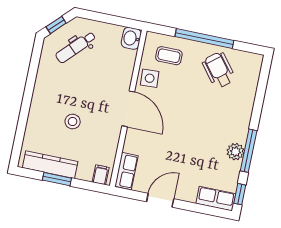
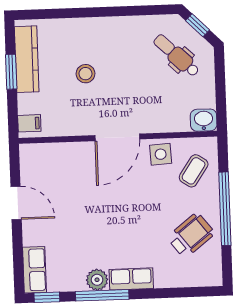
coffee table: (169, 56) -> (194, 171), turned 34
row of seats: (126, 171) -> (131, 279), moved, turned 180

